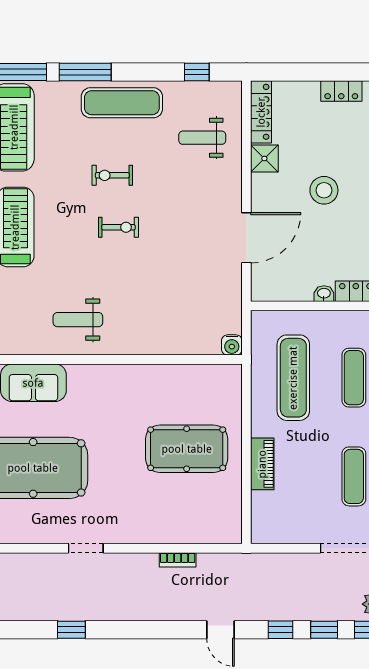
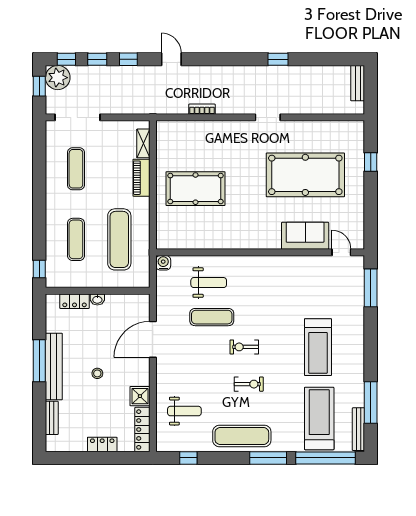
locker: (341, 91) -> (102, 444), moved
stool: (324, 190) -> (97, 373), width x0.53, depth x0.53
exercise mat: (164, 269) -> (212, 317), added
weight bench: (78, 320) -> (209, 283), moved
shelving: (260, 512) -> (143, 143), added

